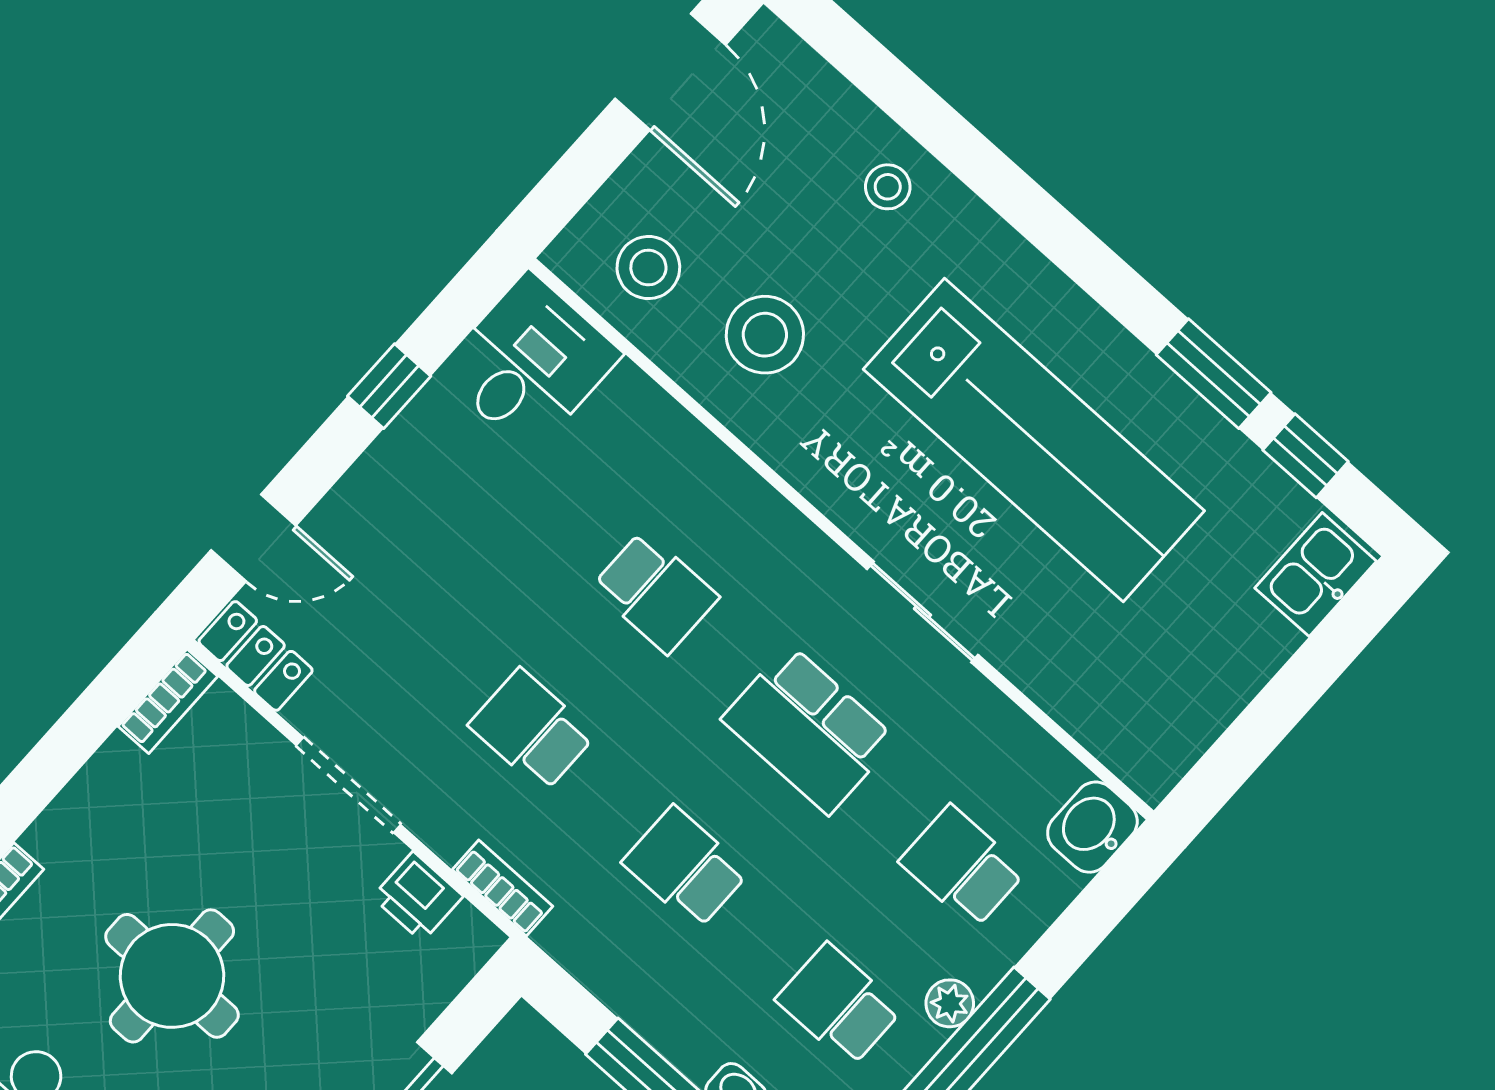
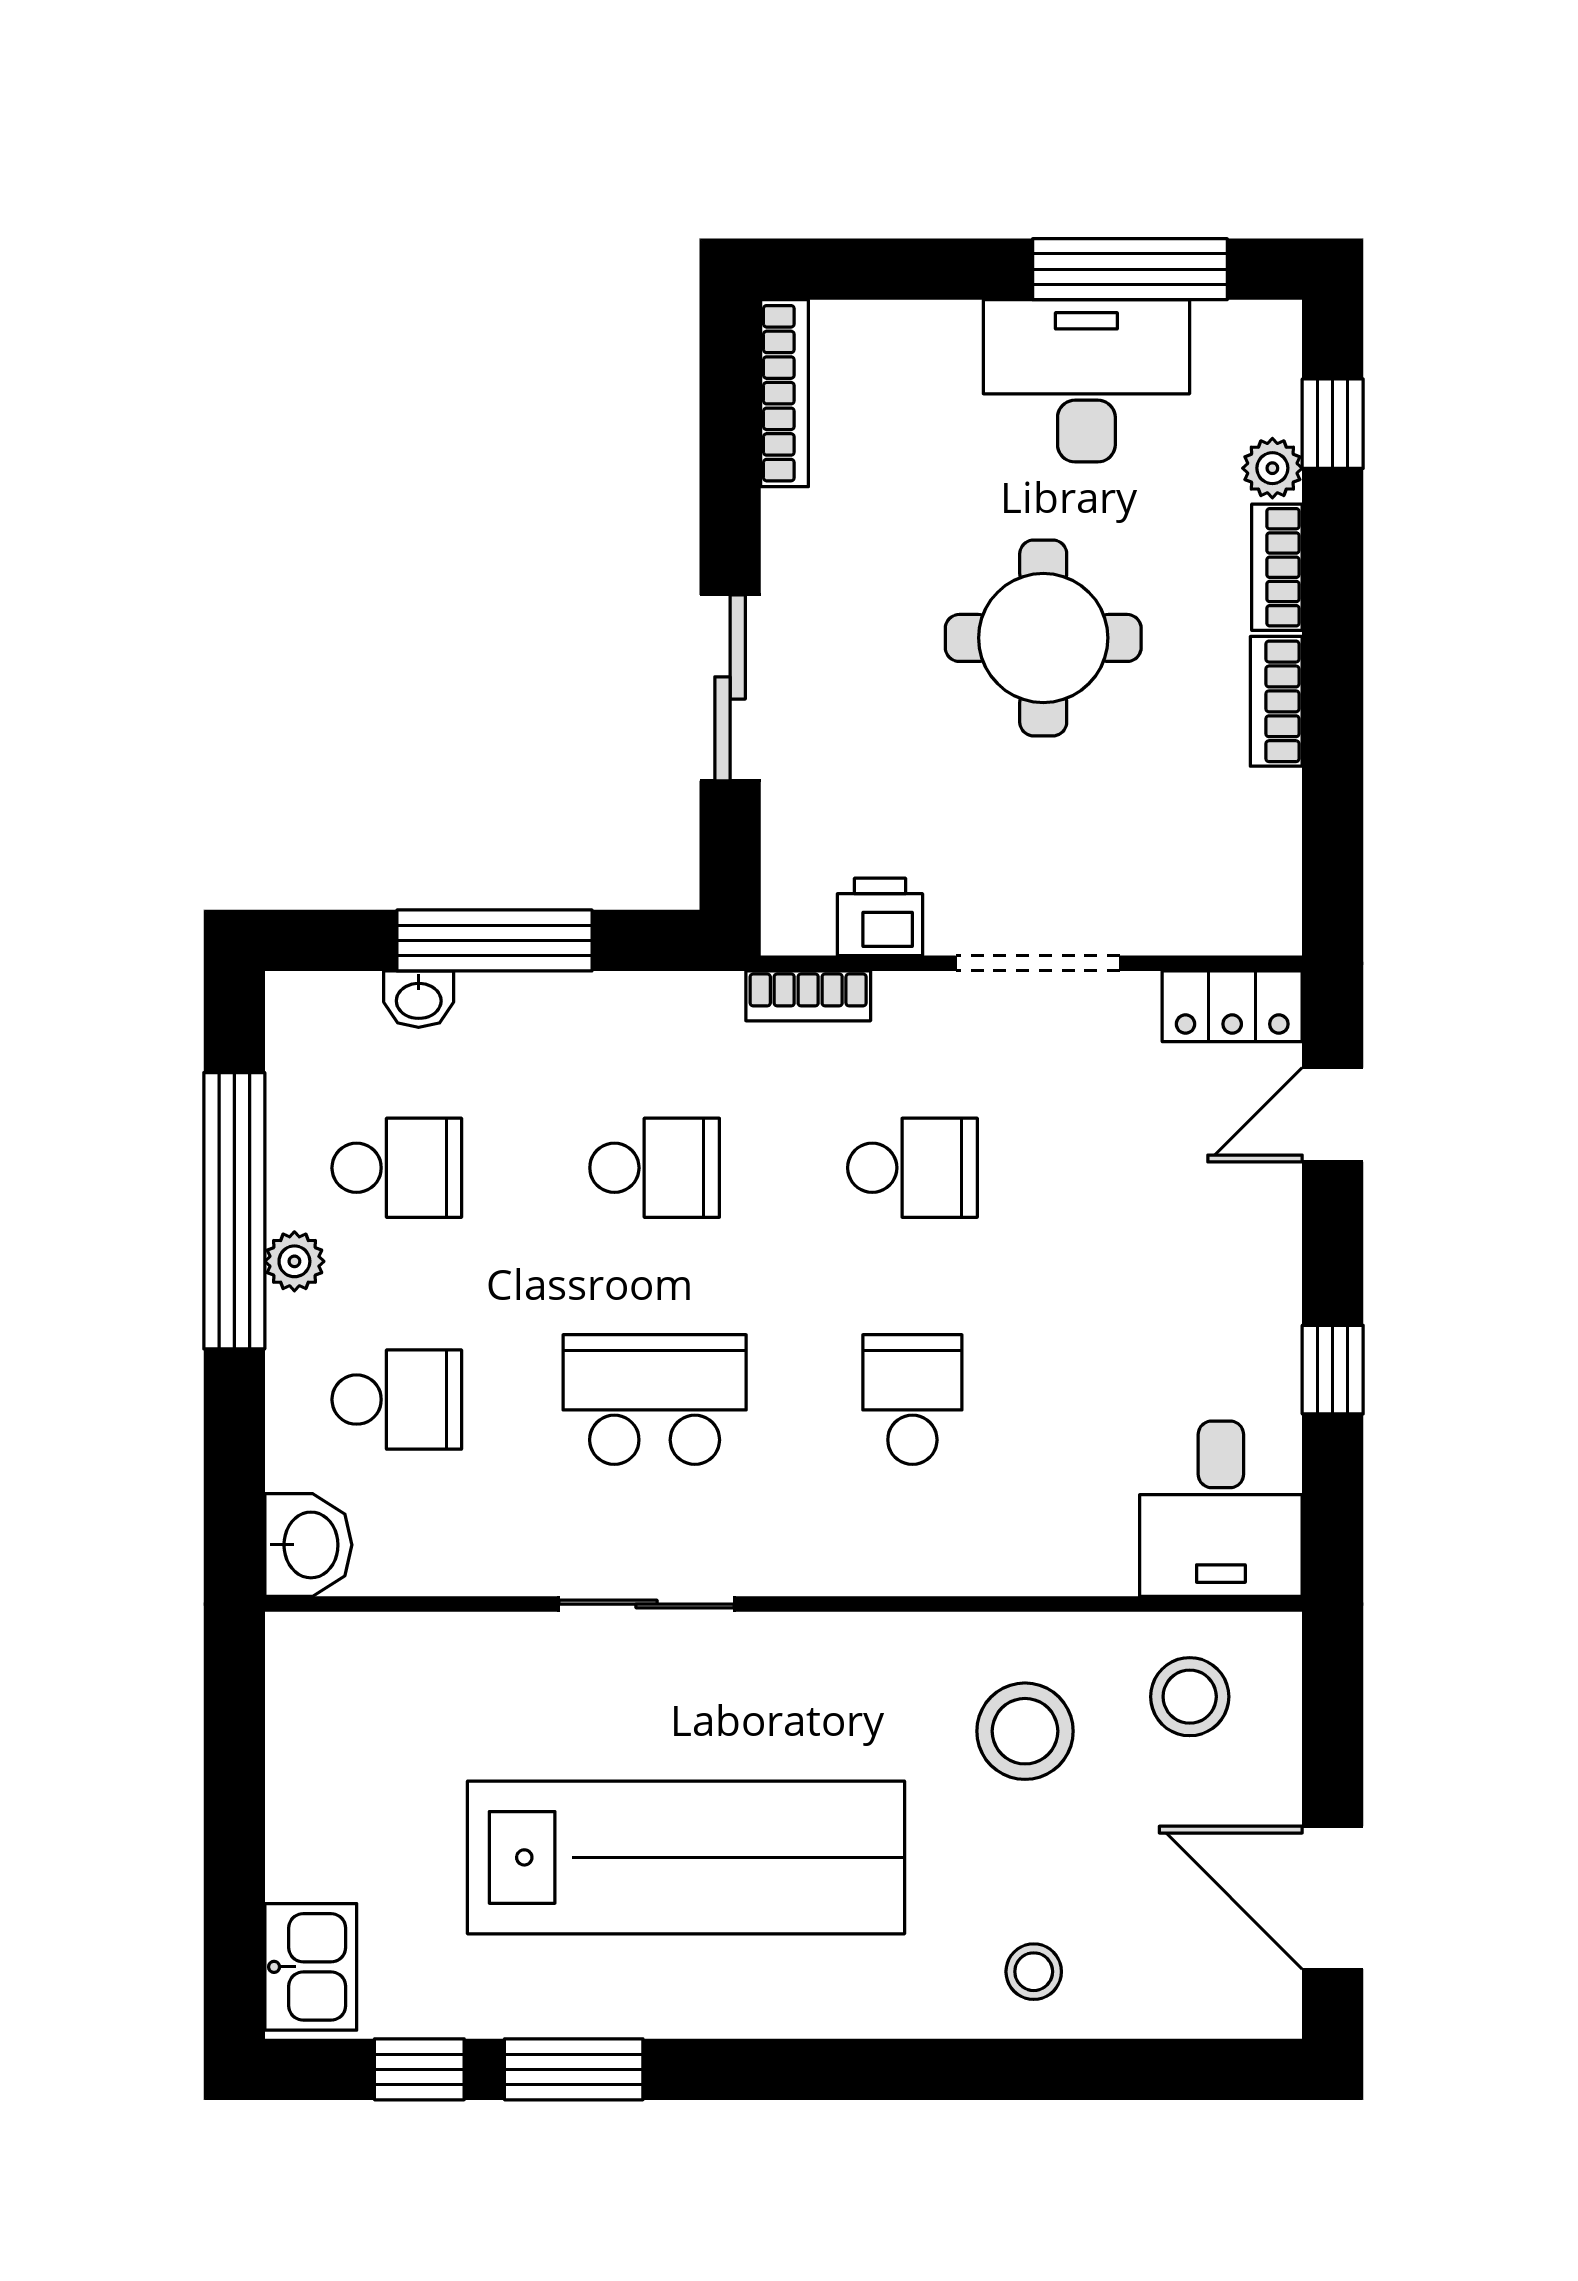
lab bench: (1034, 440) -> (686, 1857), turned 180
school desk: (655, 592) -> (912, 1400), turned 90
bookcase: (168, 701) -> (1276, 701), moved

